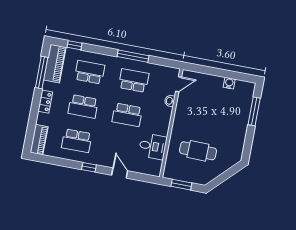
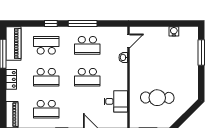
window: (74, 45) -> (51, 24), moved
school desk: (134, 81) -> (87, 45), turned 180

